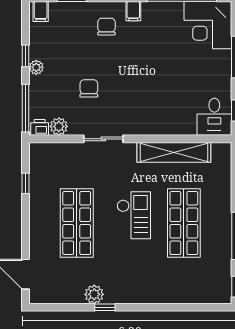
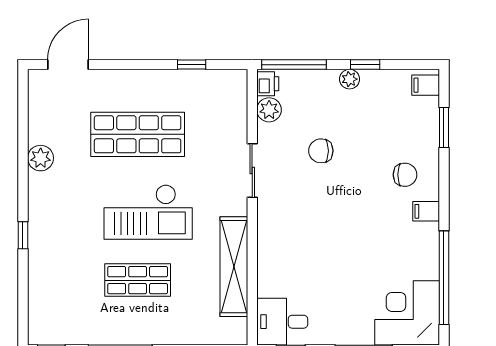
chair: (89, 88) -> (321, 151), turned 180
checkout: (134, 215) -> (148, 212), width x1.36, depth x1.21
shop shelf: (184, 223) -> (138, 280), width x0.70, depth x0.74
window: (105, 307) -> (23, 235), moved

